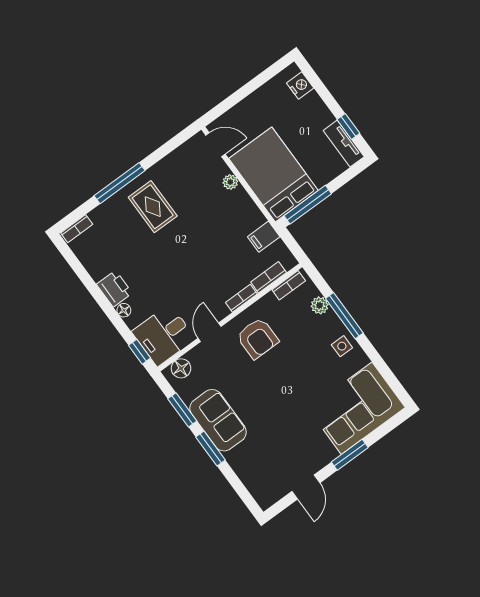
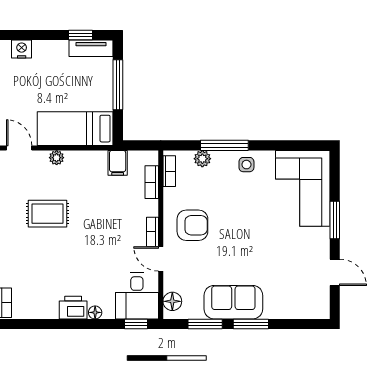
door: (215, 145) -> (19, 148), hinge flipped
bed: (273, 174) -> (75, 129), width x0.67
window: (308, 205) -> (118, 85), moved
rug: (153, 207) -> (47, 214), moved
bookcase: (241, 298) -> (152, 232), moved

